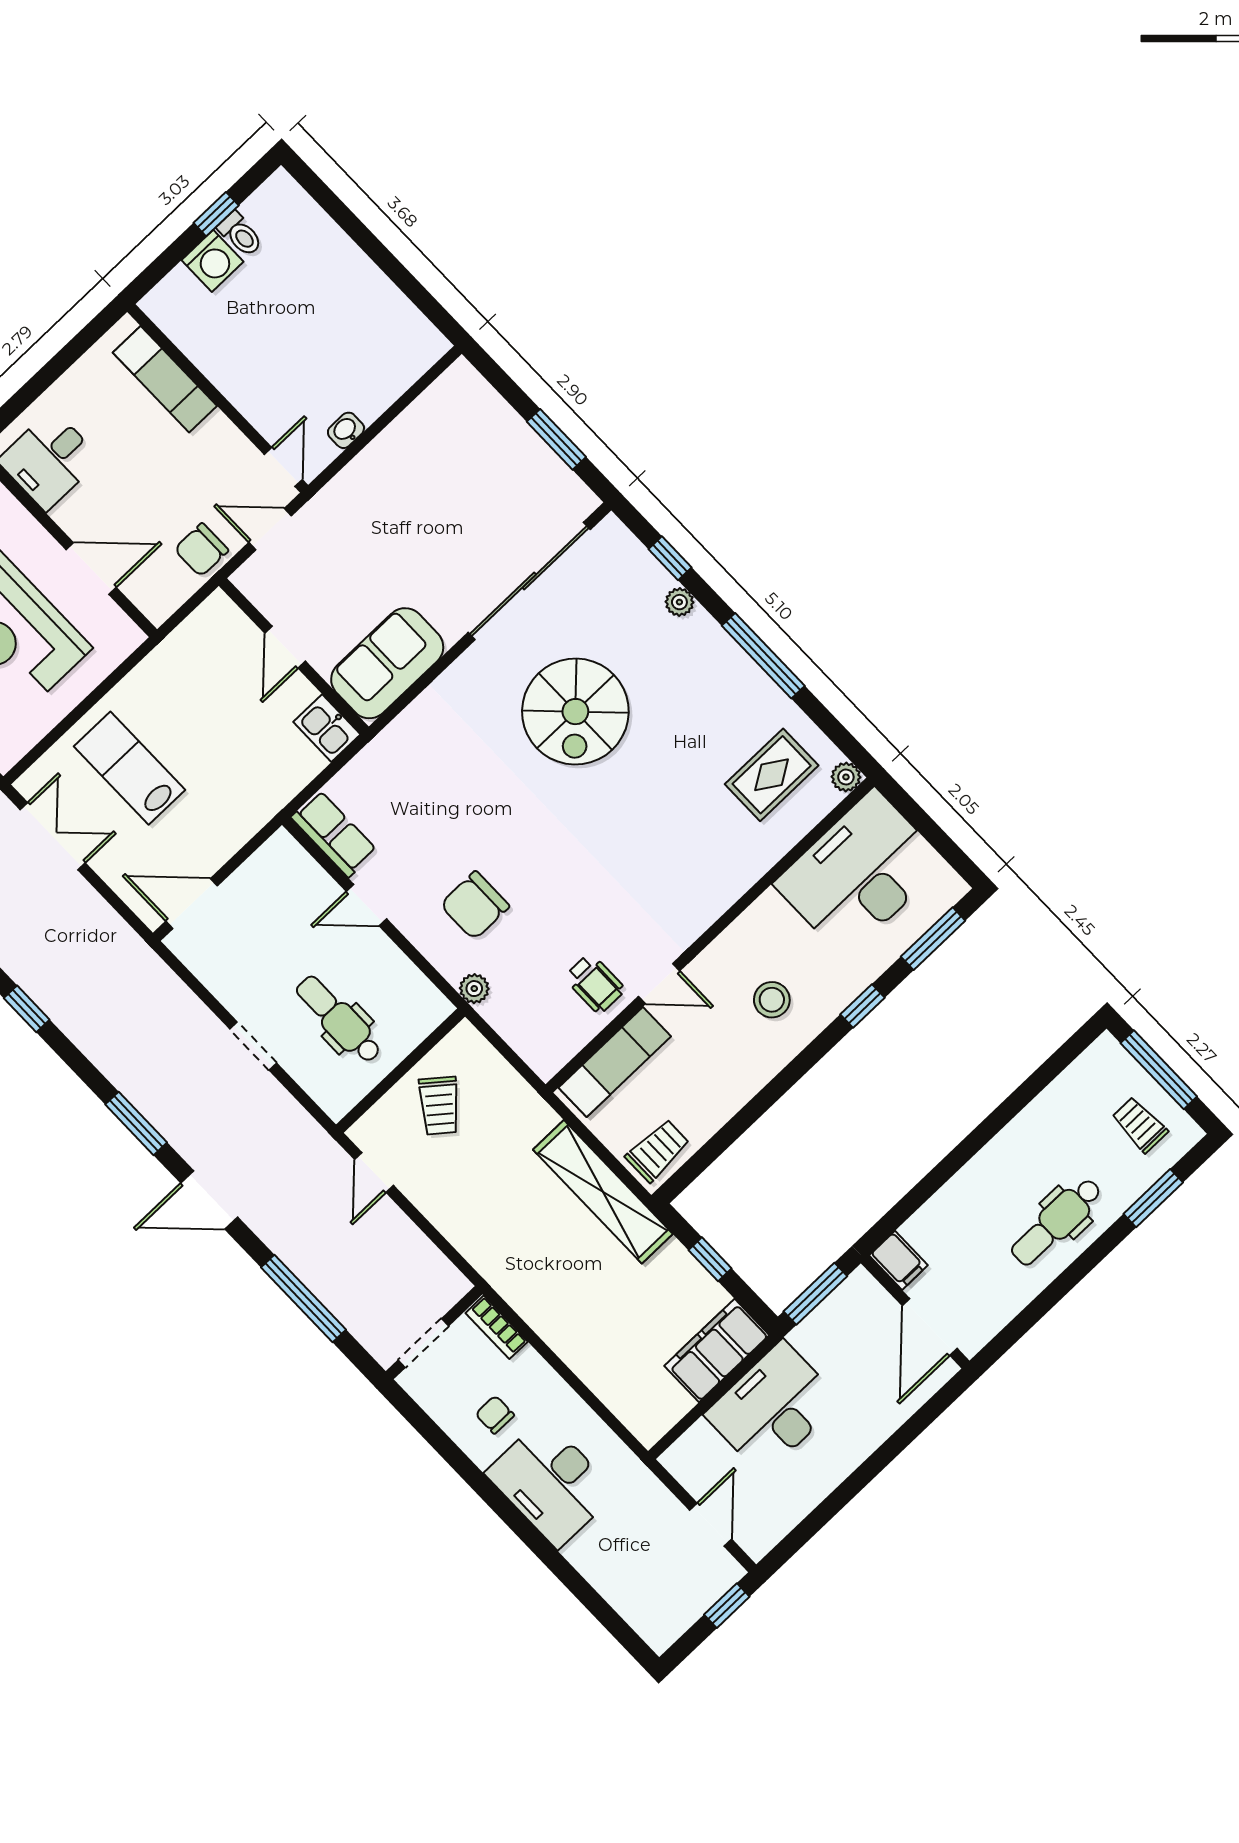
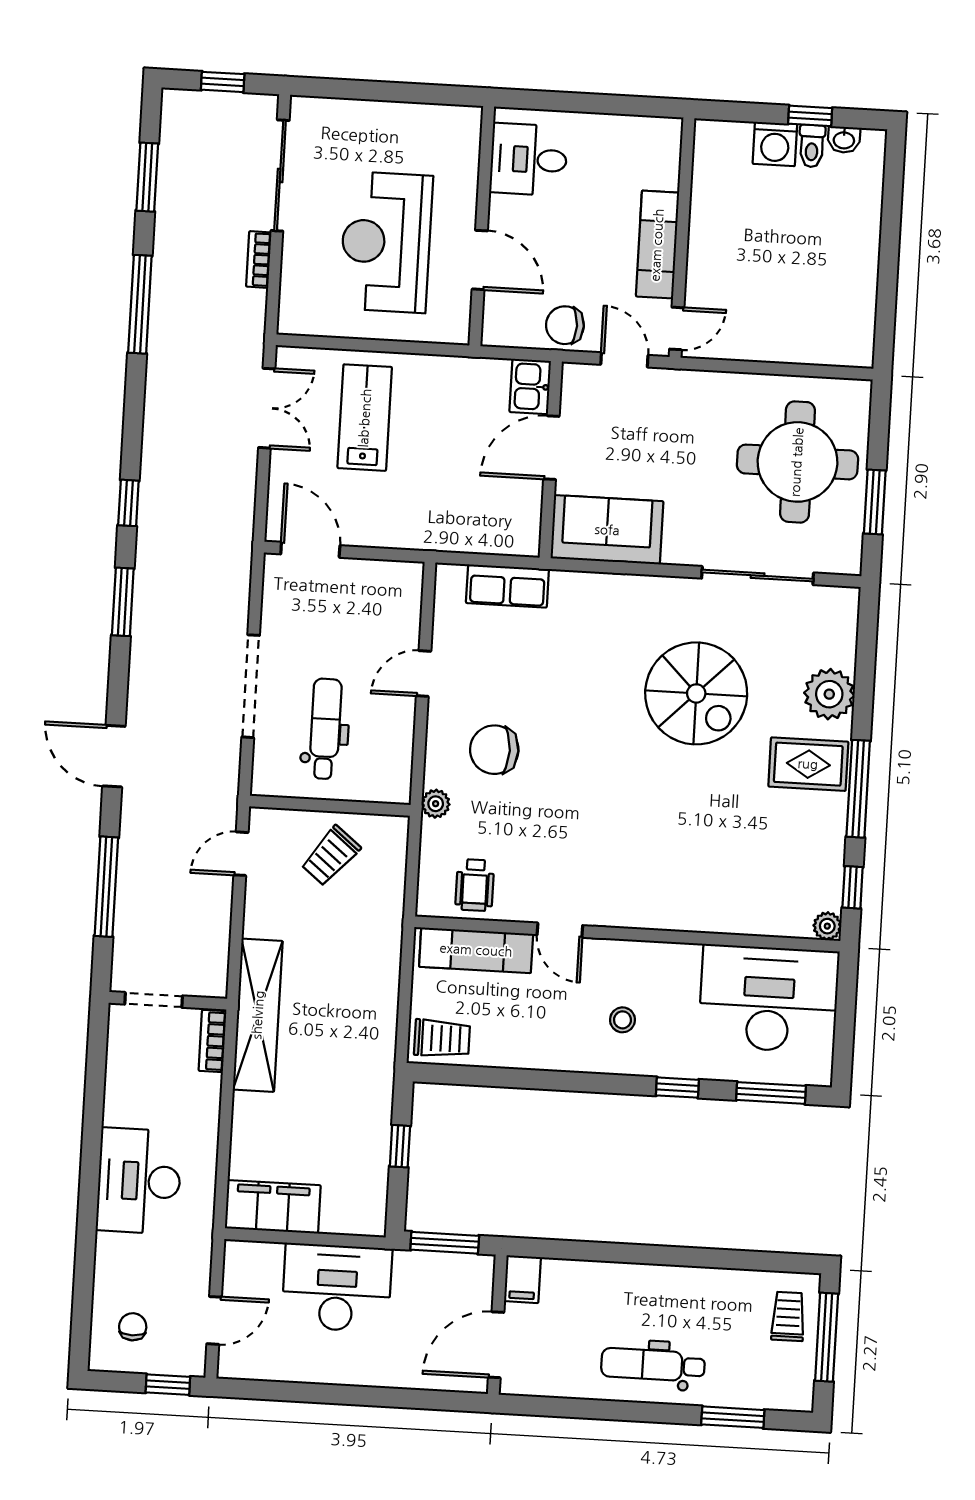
exam couch: (165, 379) -> (657, 245), moved
washbasin: (346, 430) -> (844, 140), moved, turned 180
round table: (471, 470) -> (797, 462), added
window: (670, 558) -> (853, 887), moved
sliding door: (529, 581) -> (758, 576), width x0.73
plant: (679, 602) -> (829, 694), width x1.88, depth x1.88
door: (285, 647) -> (551, 448), width x1.38
spiral stairs: (575, 712) -> (696, 693), turned -90
kitchen sink: (327, 728) -> (530, 386), moved
rug: (772, 775) -> (808, 764), moved
row of seats: (334, 834) -> (507, 586), moved, turned 90
door: (366, 905) -> (424, 673), hinge flipped
wheelchair: (595, 983) -> (475, 885), moved
stool: (772, 1000) -> (622, 1020), width x0.73, depth x0.73
doorway: (253, 1046) -> (251, 686), width x1.88
window: (136, 1123) -> (123, 602), moved
trolley: (1140, 1125) -> (788, 1316), moved
shelving: (603, 1192) -> (258, 1015), moved
filing cabinet: (717, 1350) -> (273, 1207), moved
chair: (495, 1415) -> (133, 1327), moved

